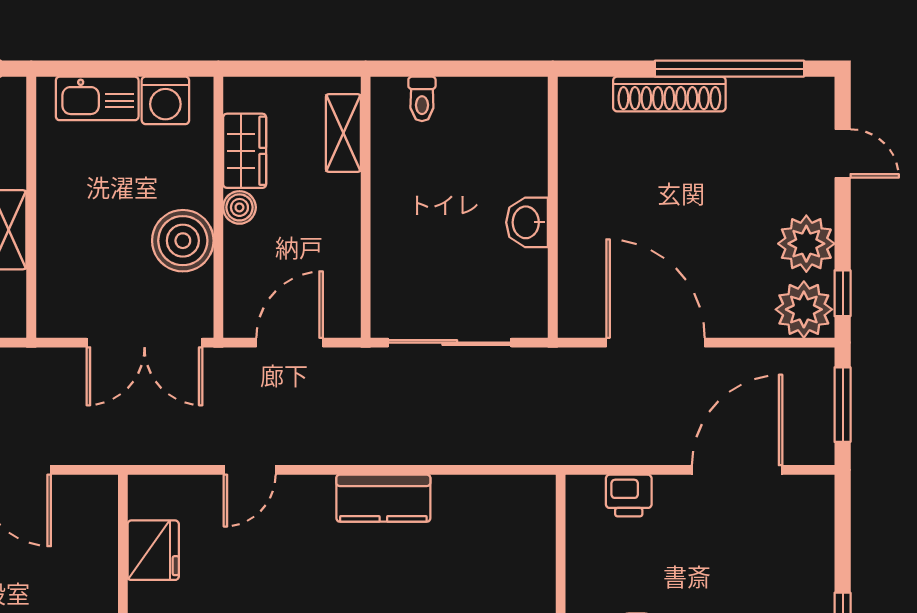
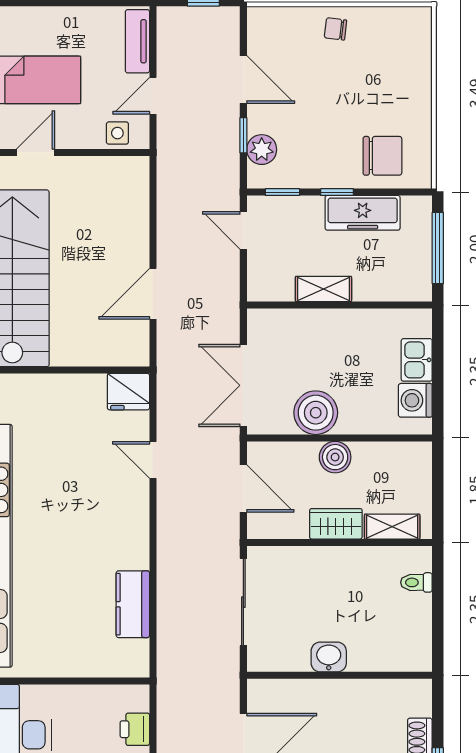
kitchen sink: (97, 98) -> (417, 360), width x0.73
wardrobe: (245, 151) -> (336, 524), moved, turned 180
boiler: (239, 207) -> (335, 457), width x1.36, depth x1.36
kitchen counter: (383, 498) -> (133, 604), moved
fridge: (153, 550) -> (128, 392), moved

